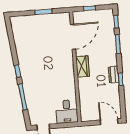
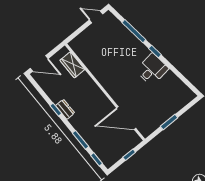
door: (73, 37) -> (126, 118), hinge flipped
wardrobe: (83, 66) -> (72, 65), moved
desk: (67, 112) -> (152, 69), moved, turned 83

